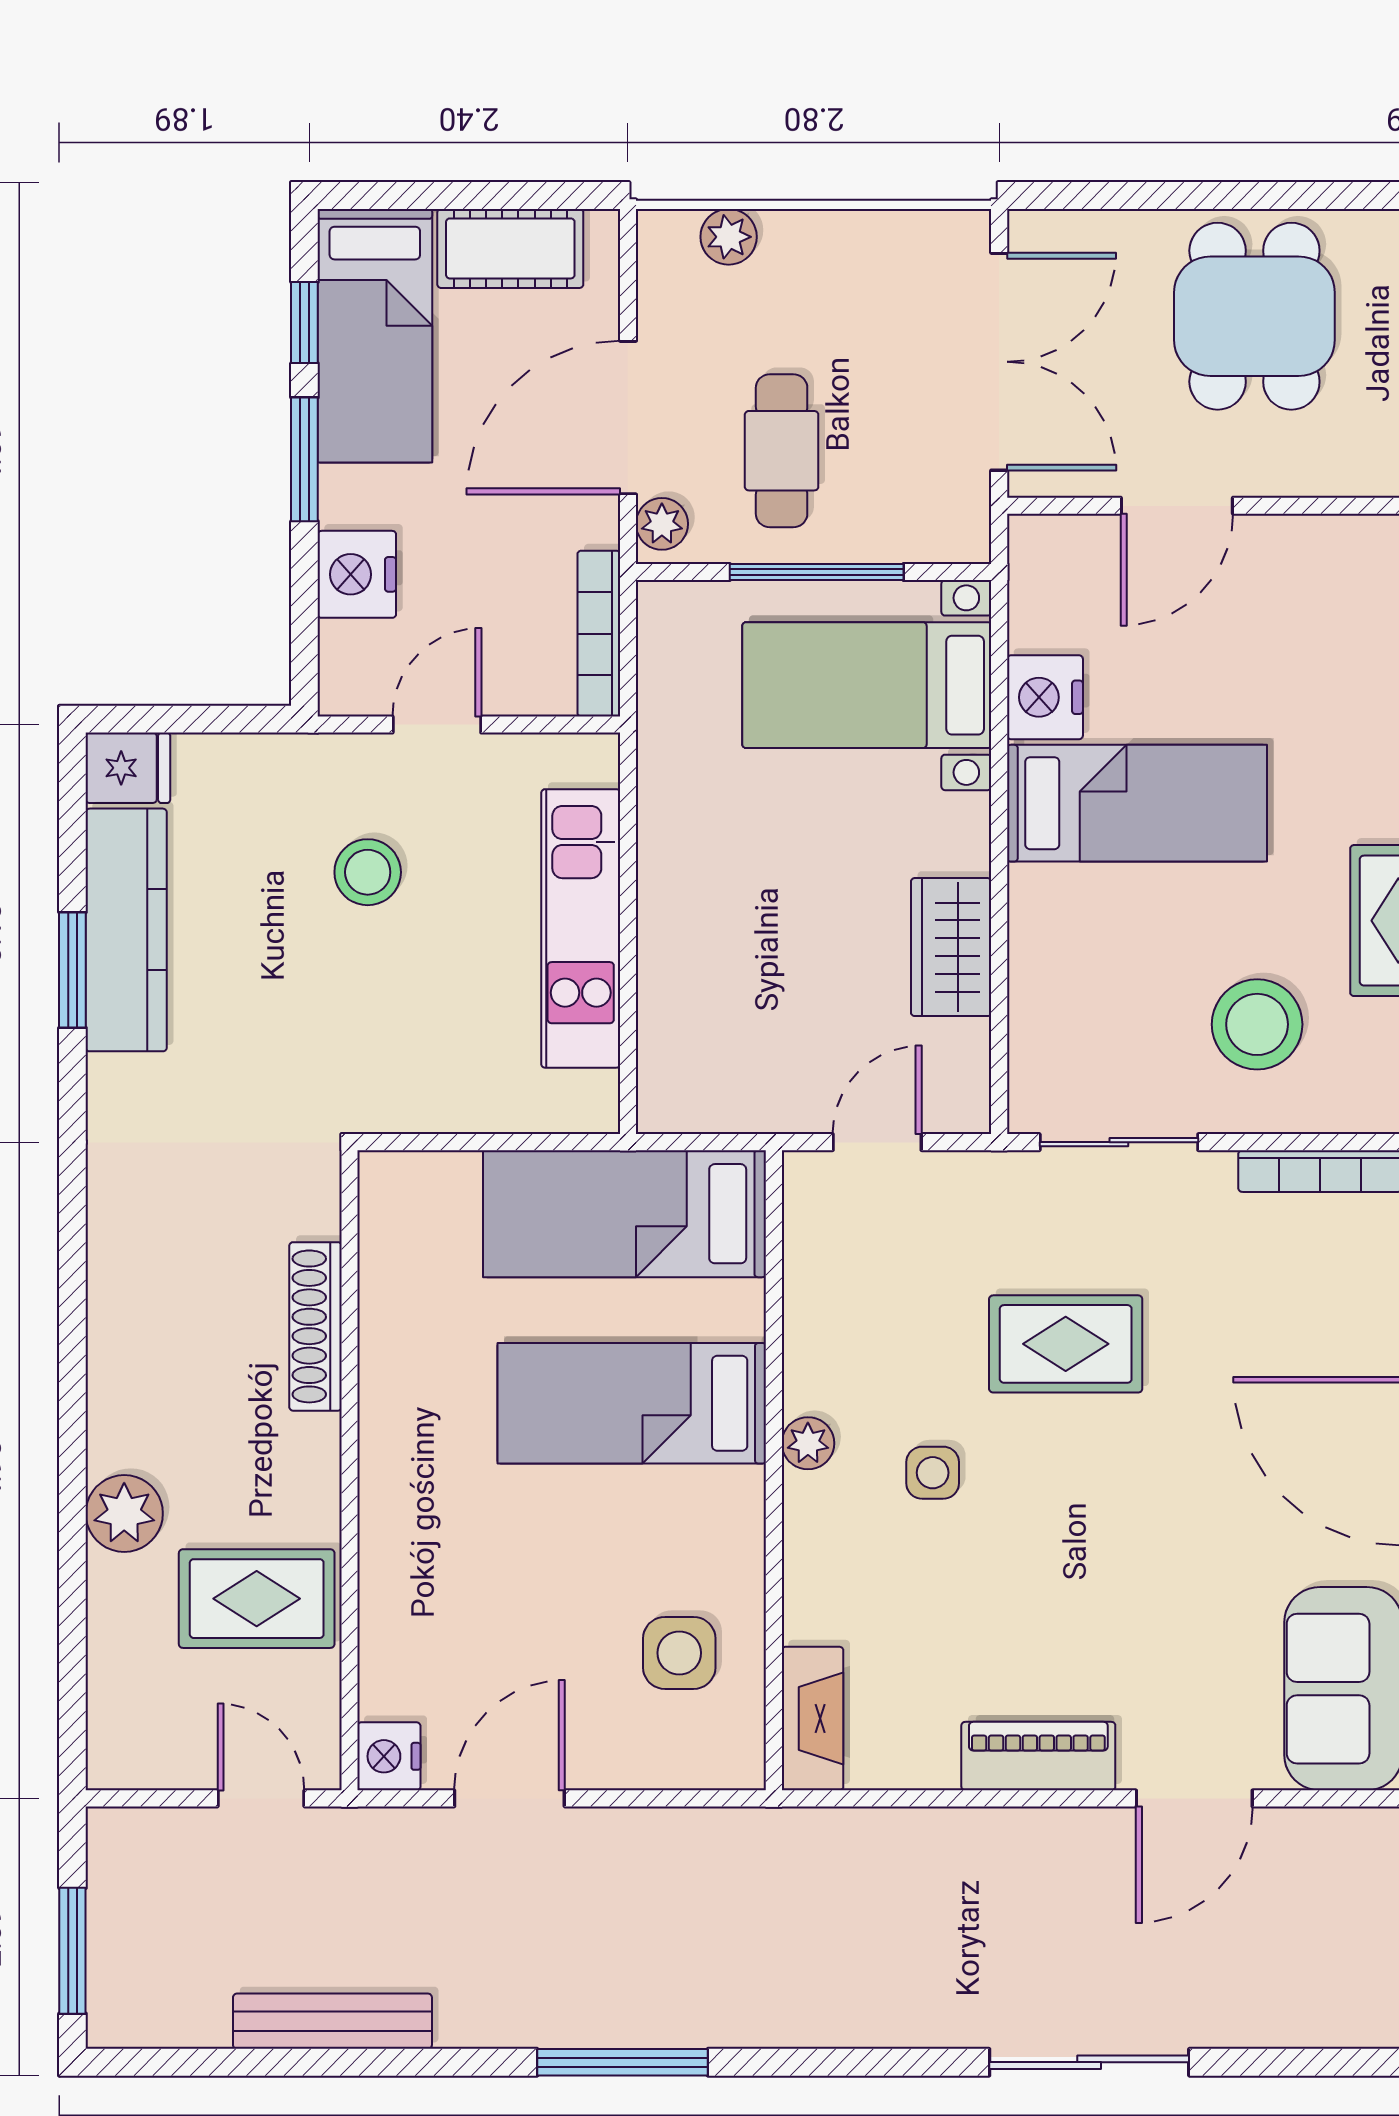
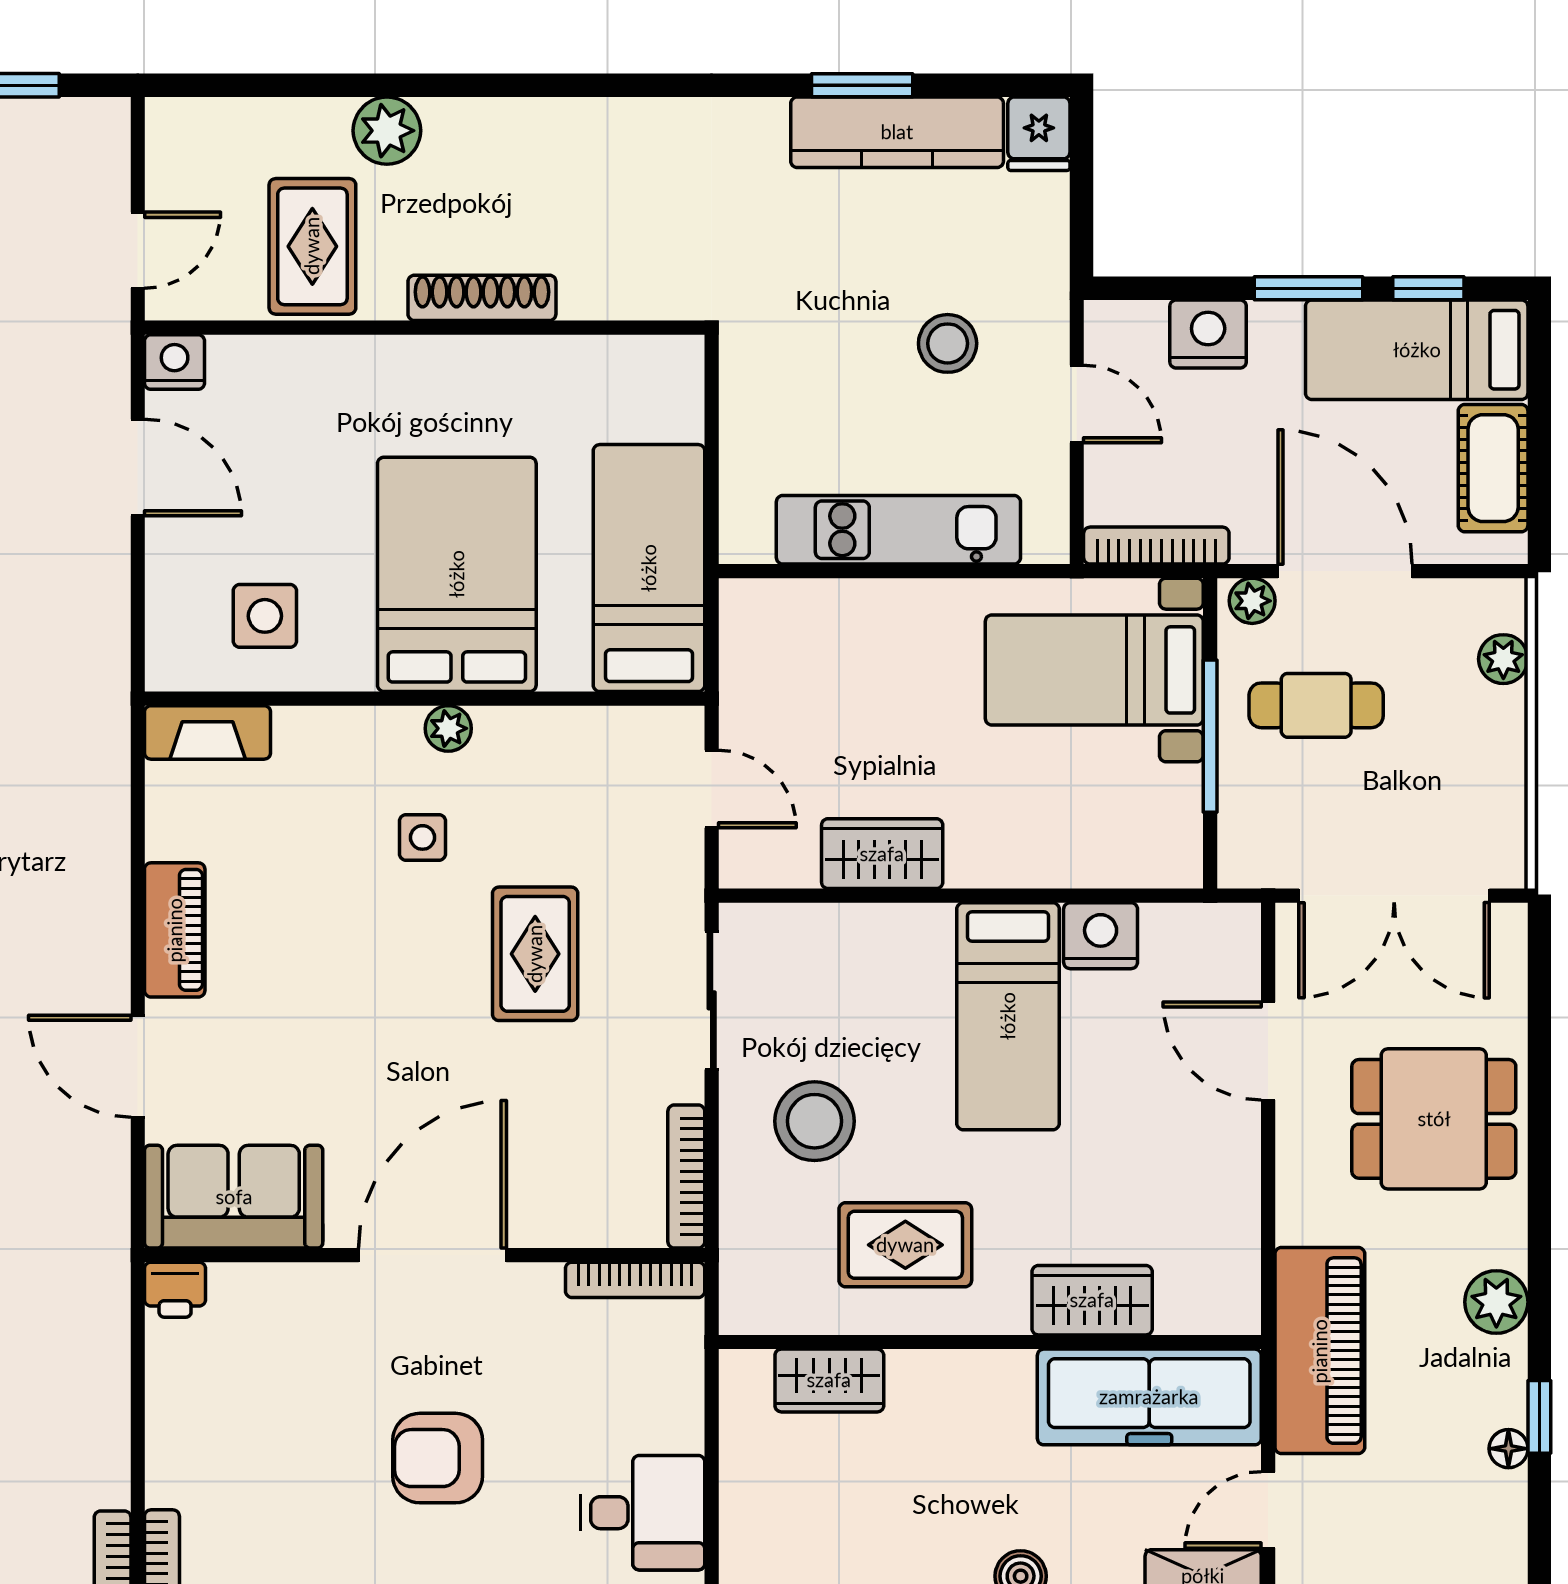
bed with nightstands: (867, 685) -> (1094, 670), moved, turned -90
shoe rack: (316, 1326) -> (482, 298), moved
bed: (632, 1403) -> (457, 574), width x1.50

